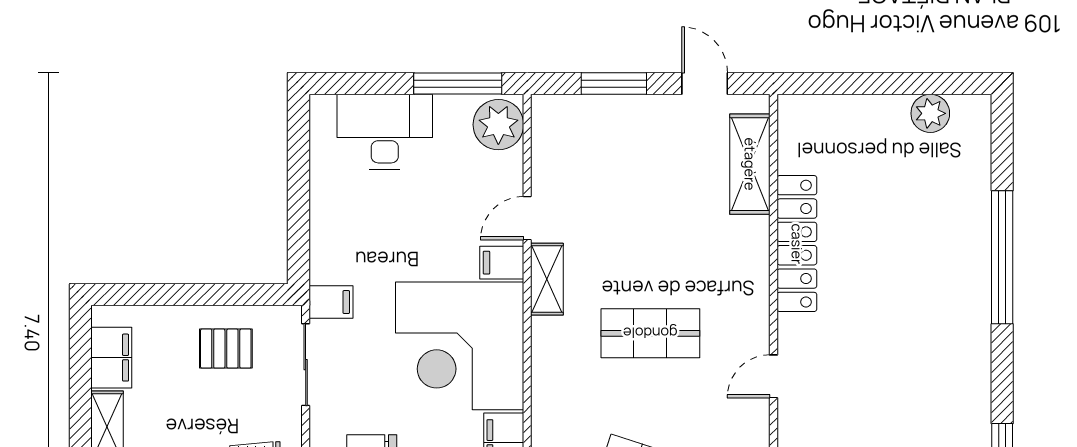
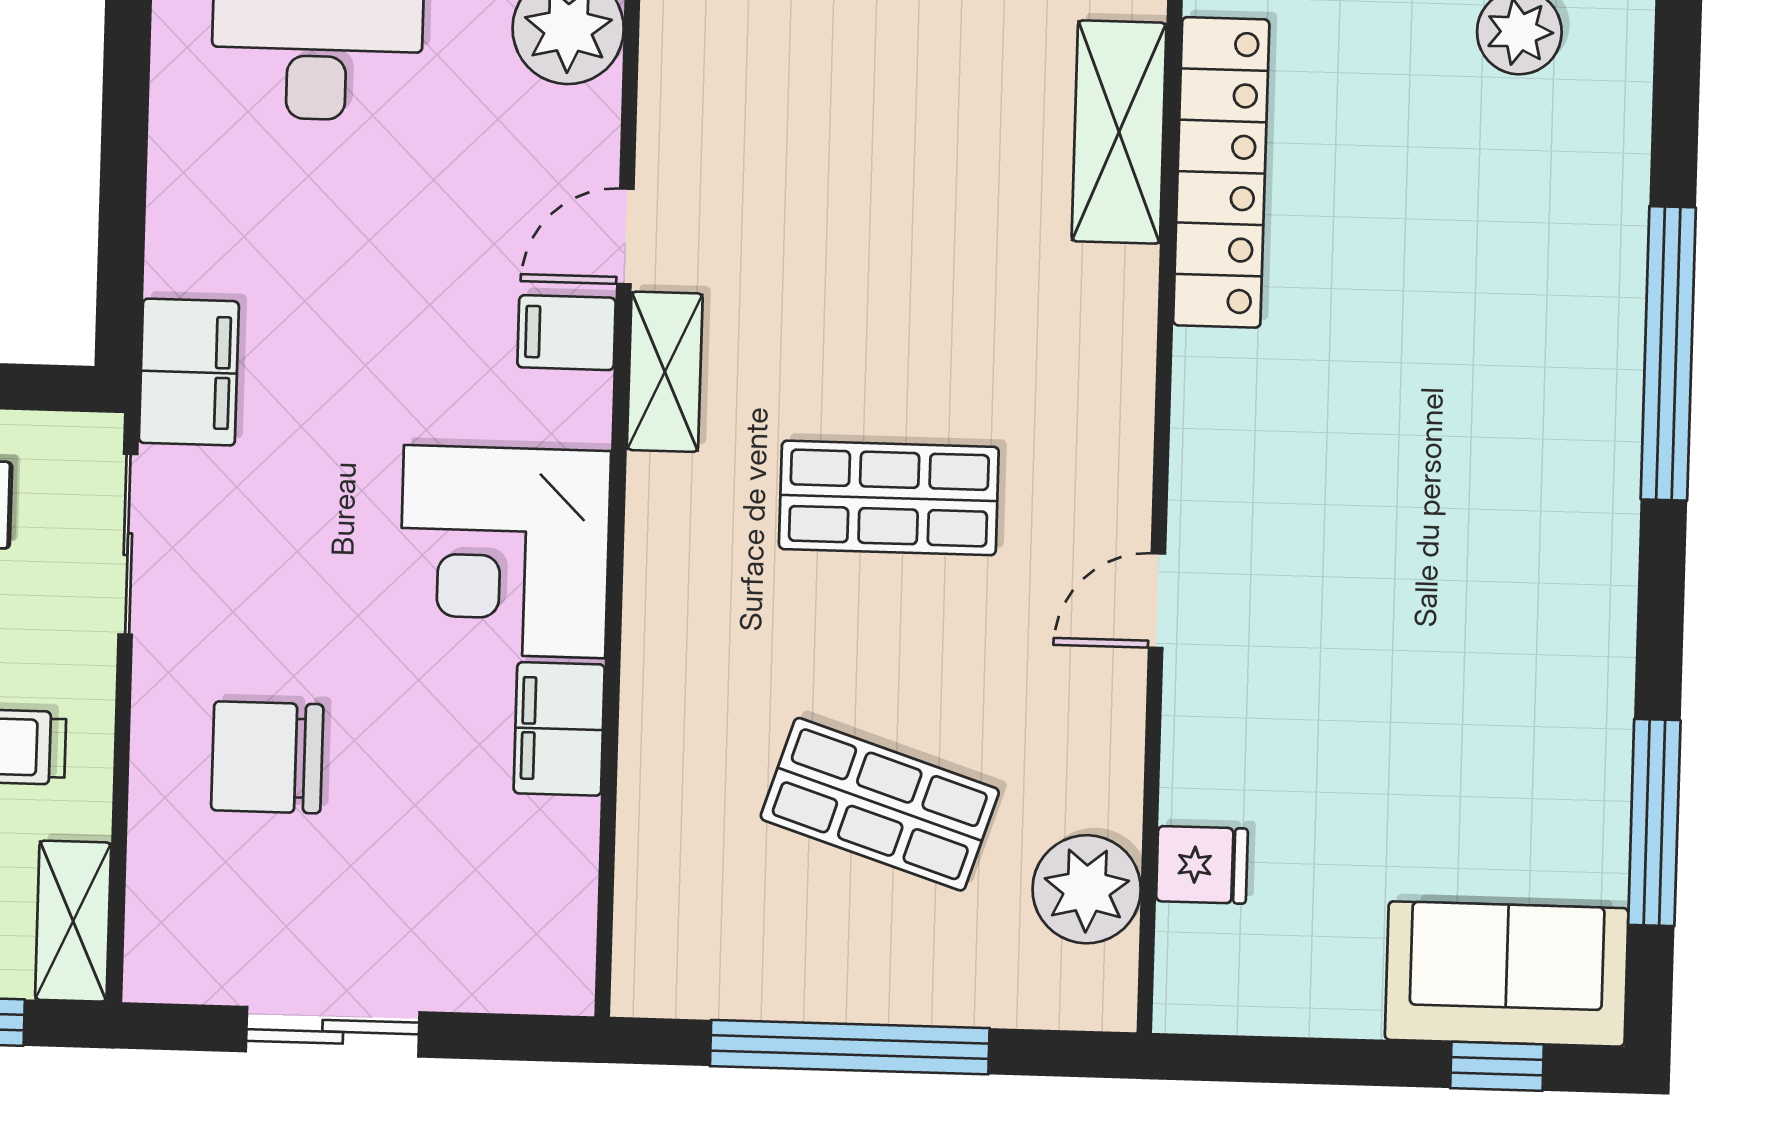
locker: (797, 244) -> (1221, 172), moved
filing cabinet: (331, 302) -> (189, 372), width x2.00
corner desk: (460, 346) -> (505, 552), width x0.74, depth x0.74

